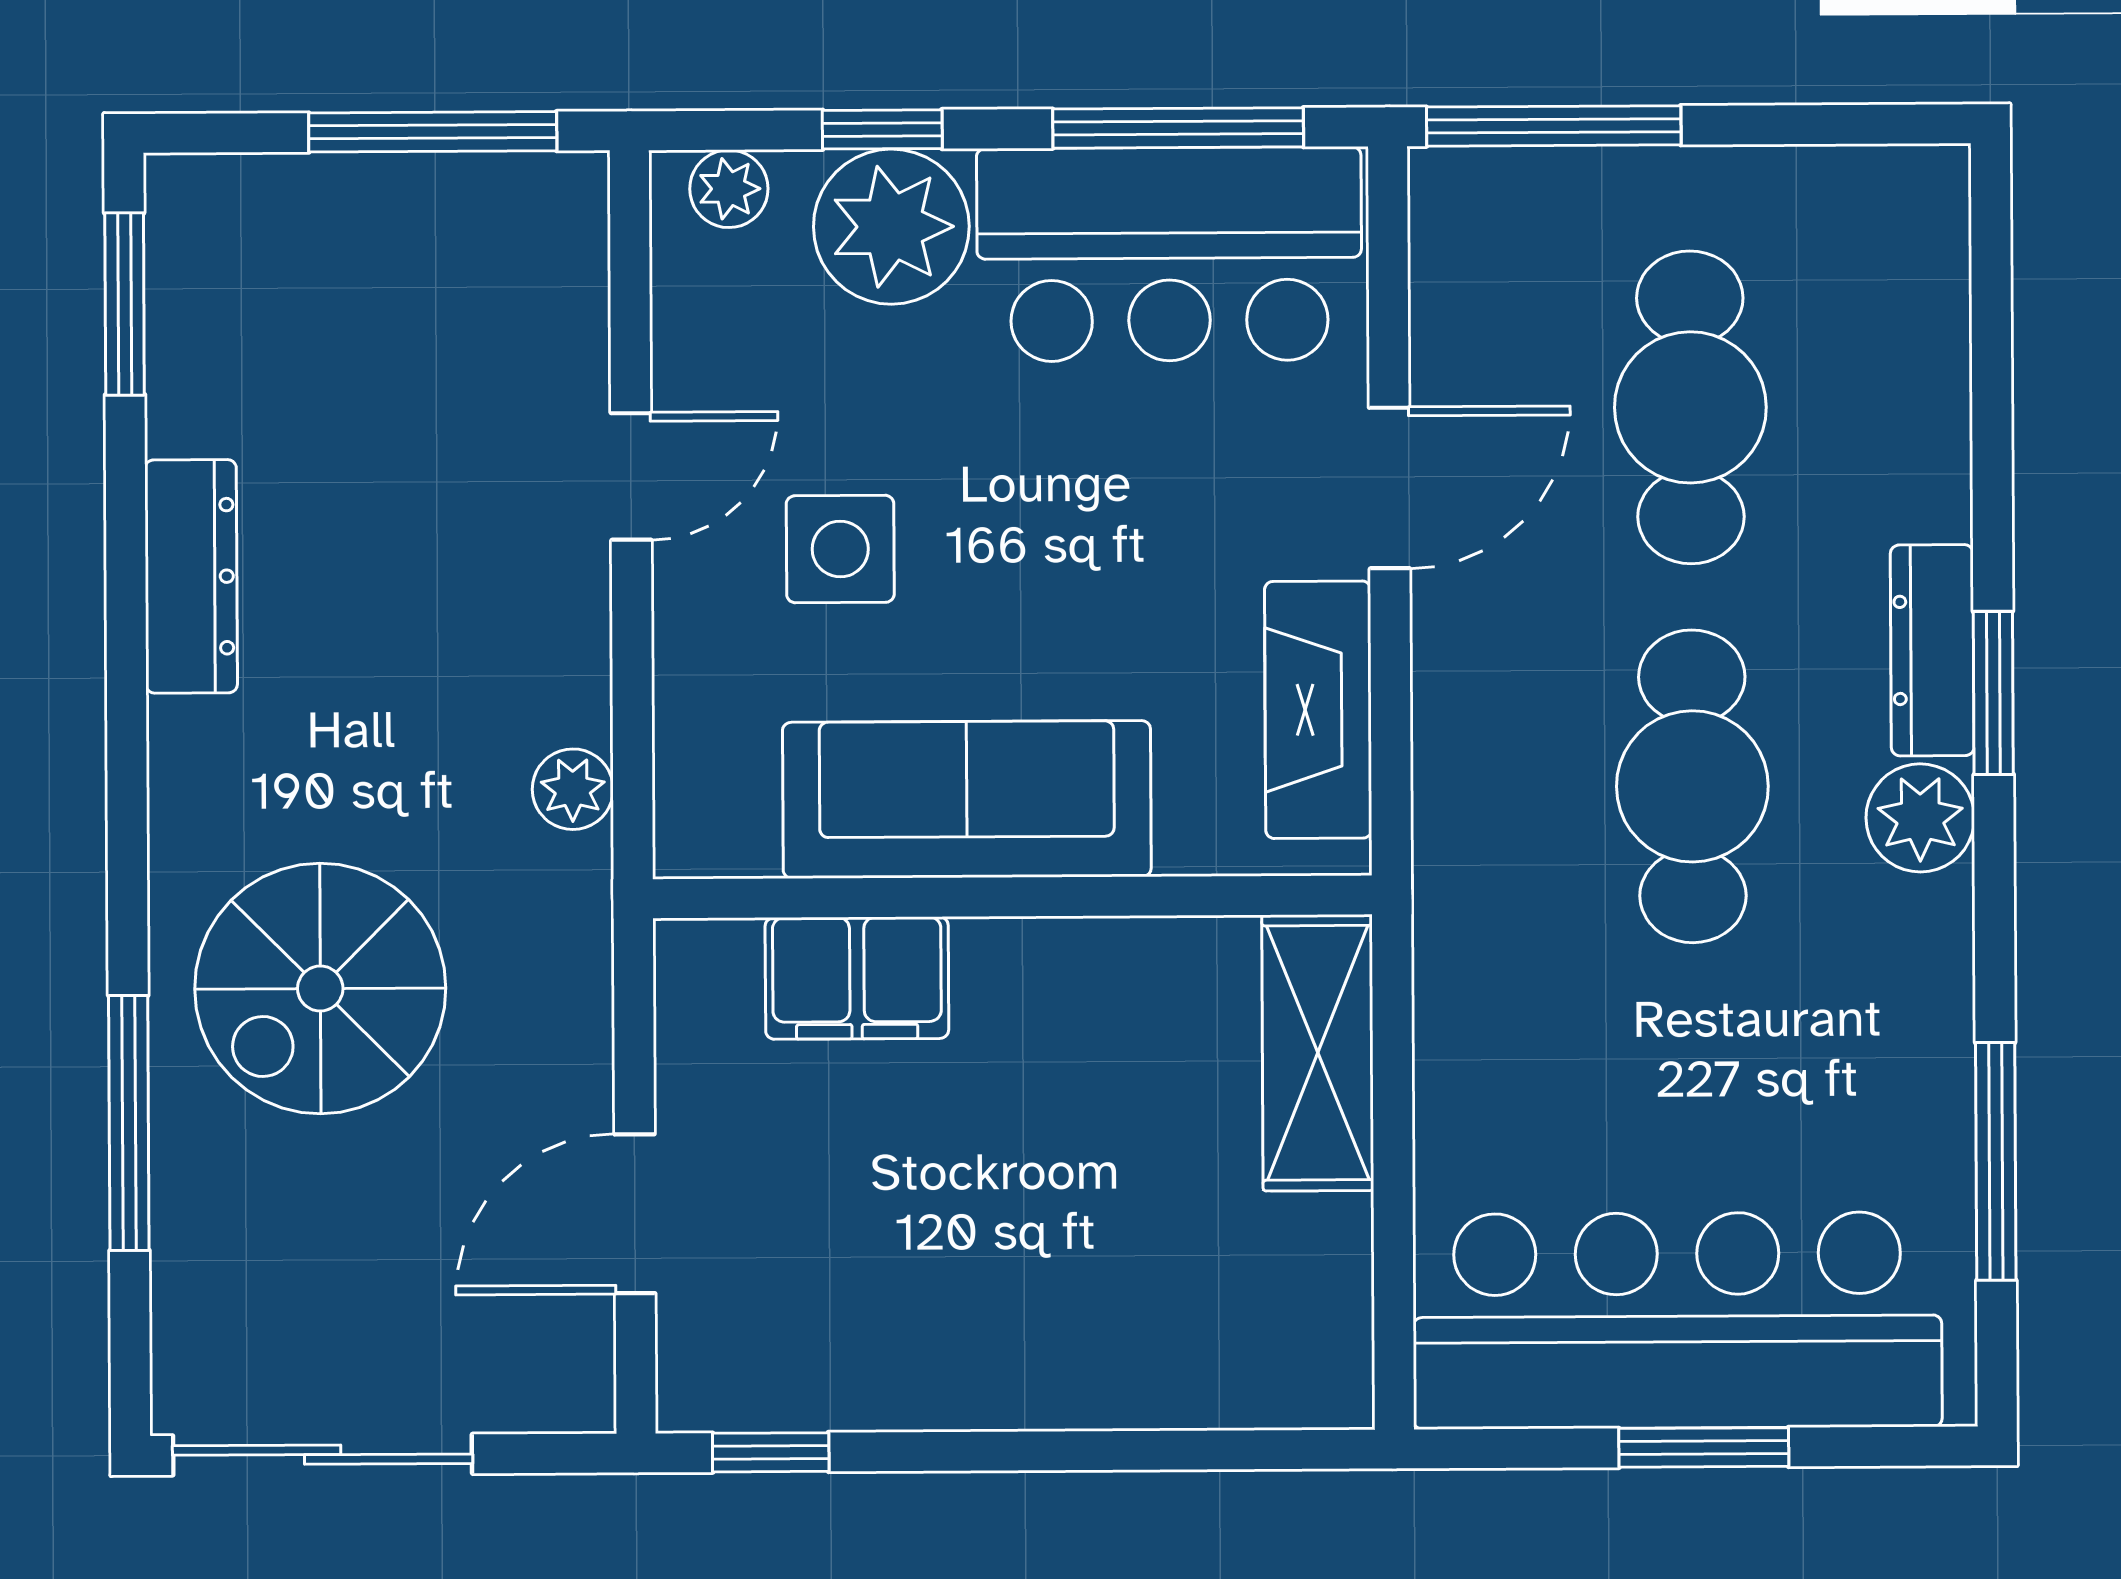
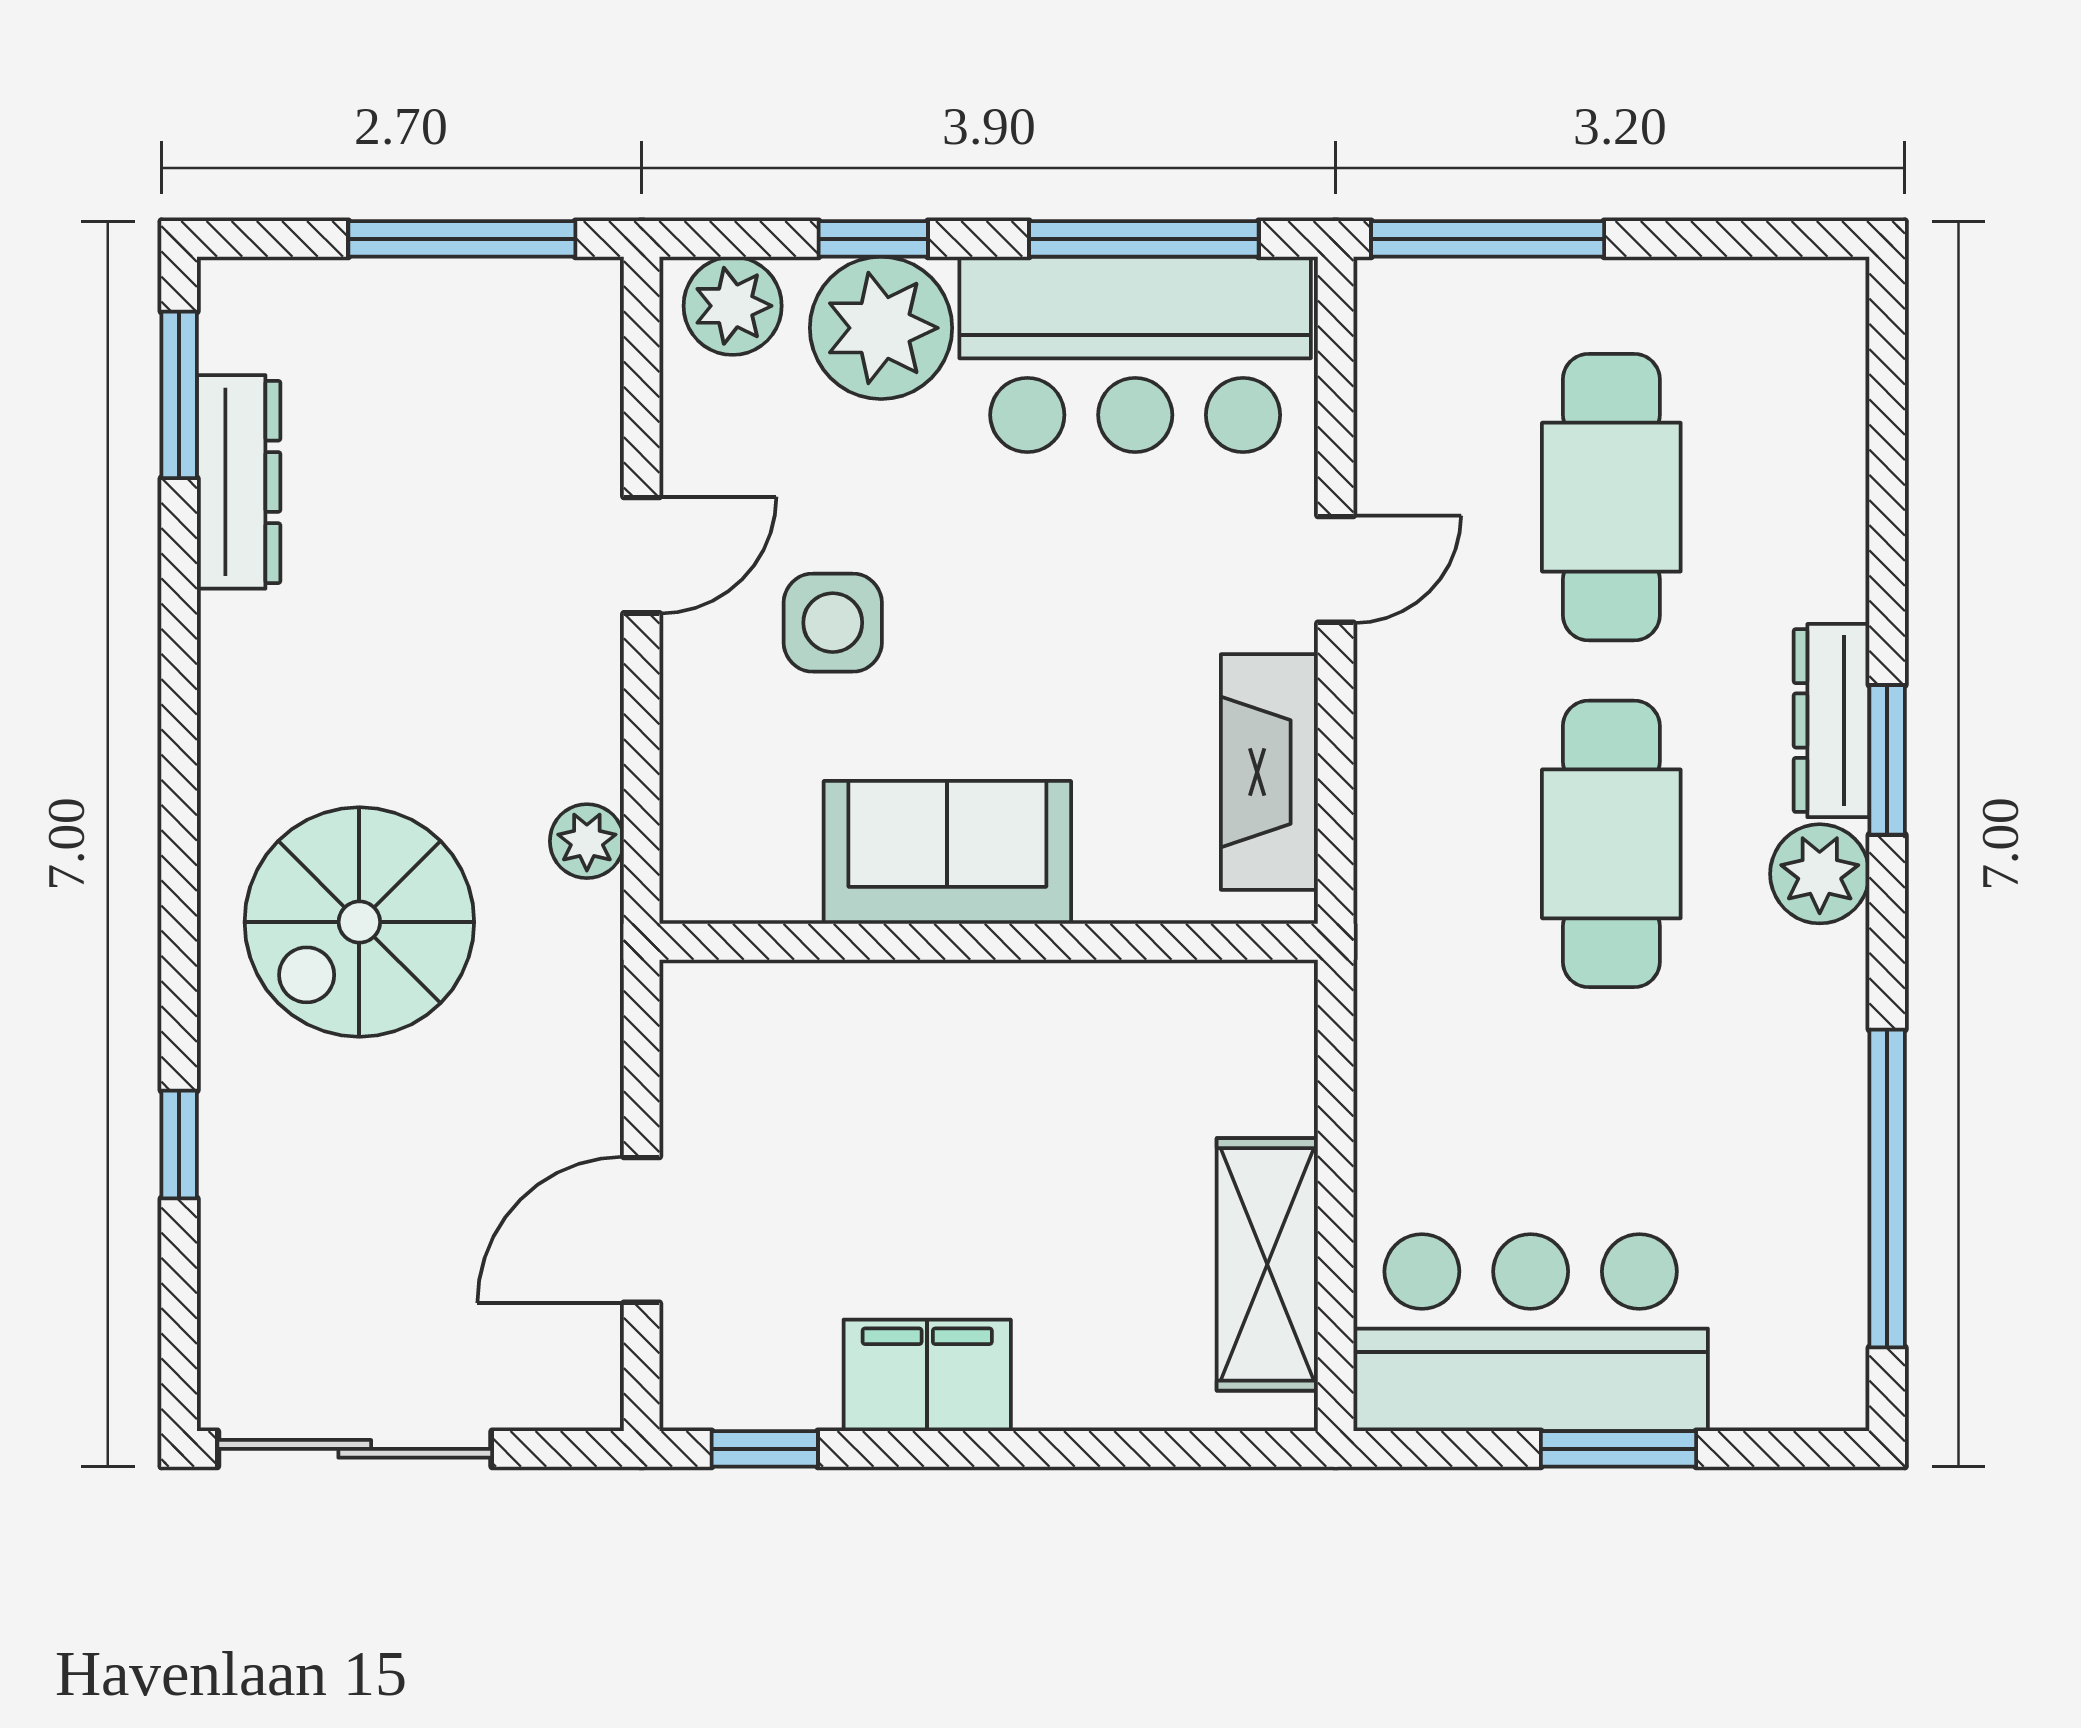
plant: (729, 189) -> (733, 306), width x1.38, depth x1.38
door: (1389, 488) -> (1336, 569), width x0.73
dresser: (191, 576) -> (239, 482), moved
sofa: (967, 799) -> (947, 852), width x0.73
filing cabinet: (857, 978) -> (927, 1375), moved, turned 180
spiral stairs: (320, 988) -> (359, 922), moved
shelving: (1318, 1053) -> (1267, 1264), moved
window: (129, 1123) -> (179, 1144), width x0.46
window: (1996, 1161) -> (1887, 1189), width x1.46
bar counter: (1677, 1320) -> (1531, 1333), width x0.73

